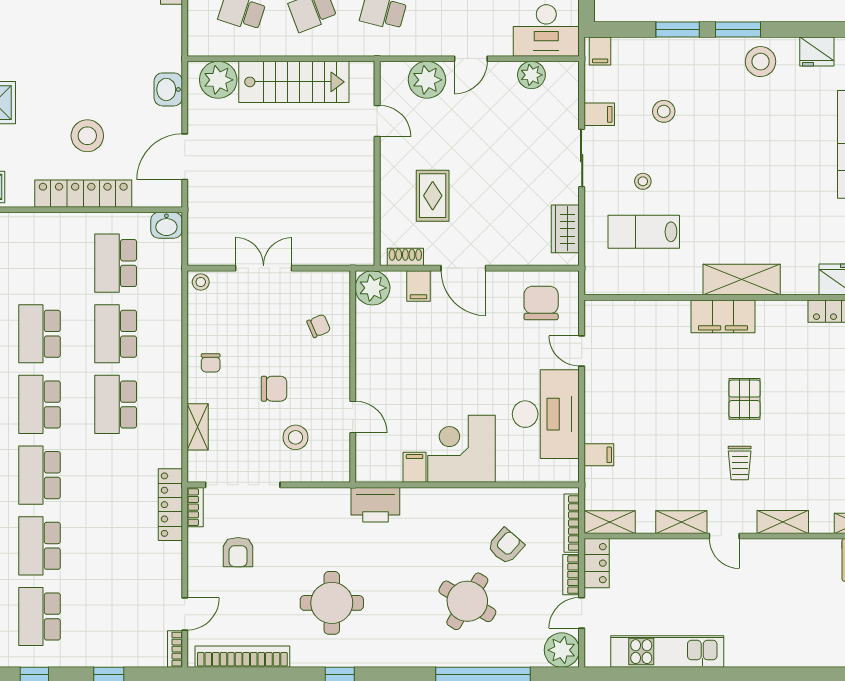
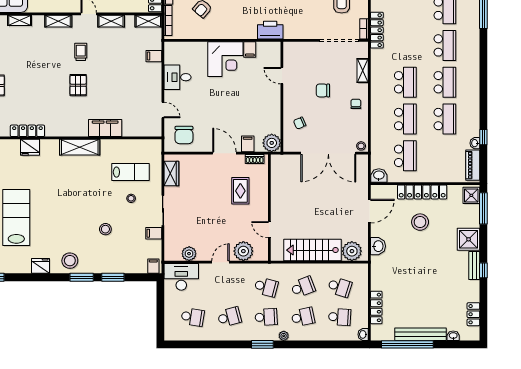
stool: (664, 111) -> (105, 229), moved
double door: (264, 268) -> (328, 153), width x1.87
filing cabinet: (723, 316) -> (105, 128), moved
desk: (546, 414) -> (178, 77), width x0.53, depth x0.77
stool: (296, 437) -> (312, 65), removed

